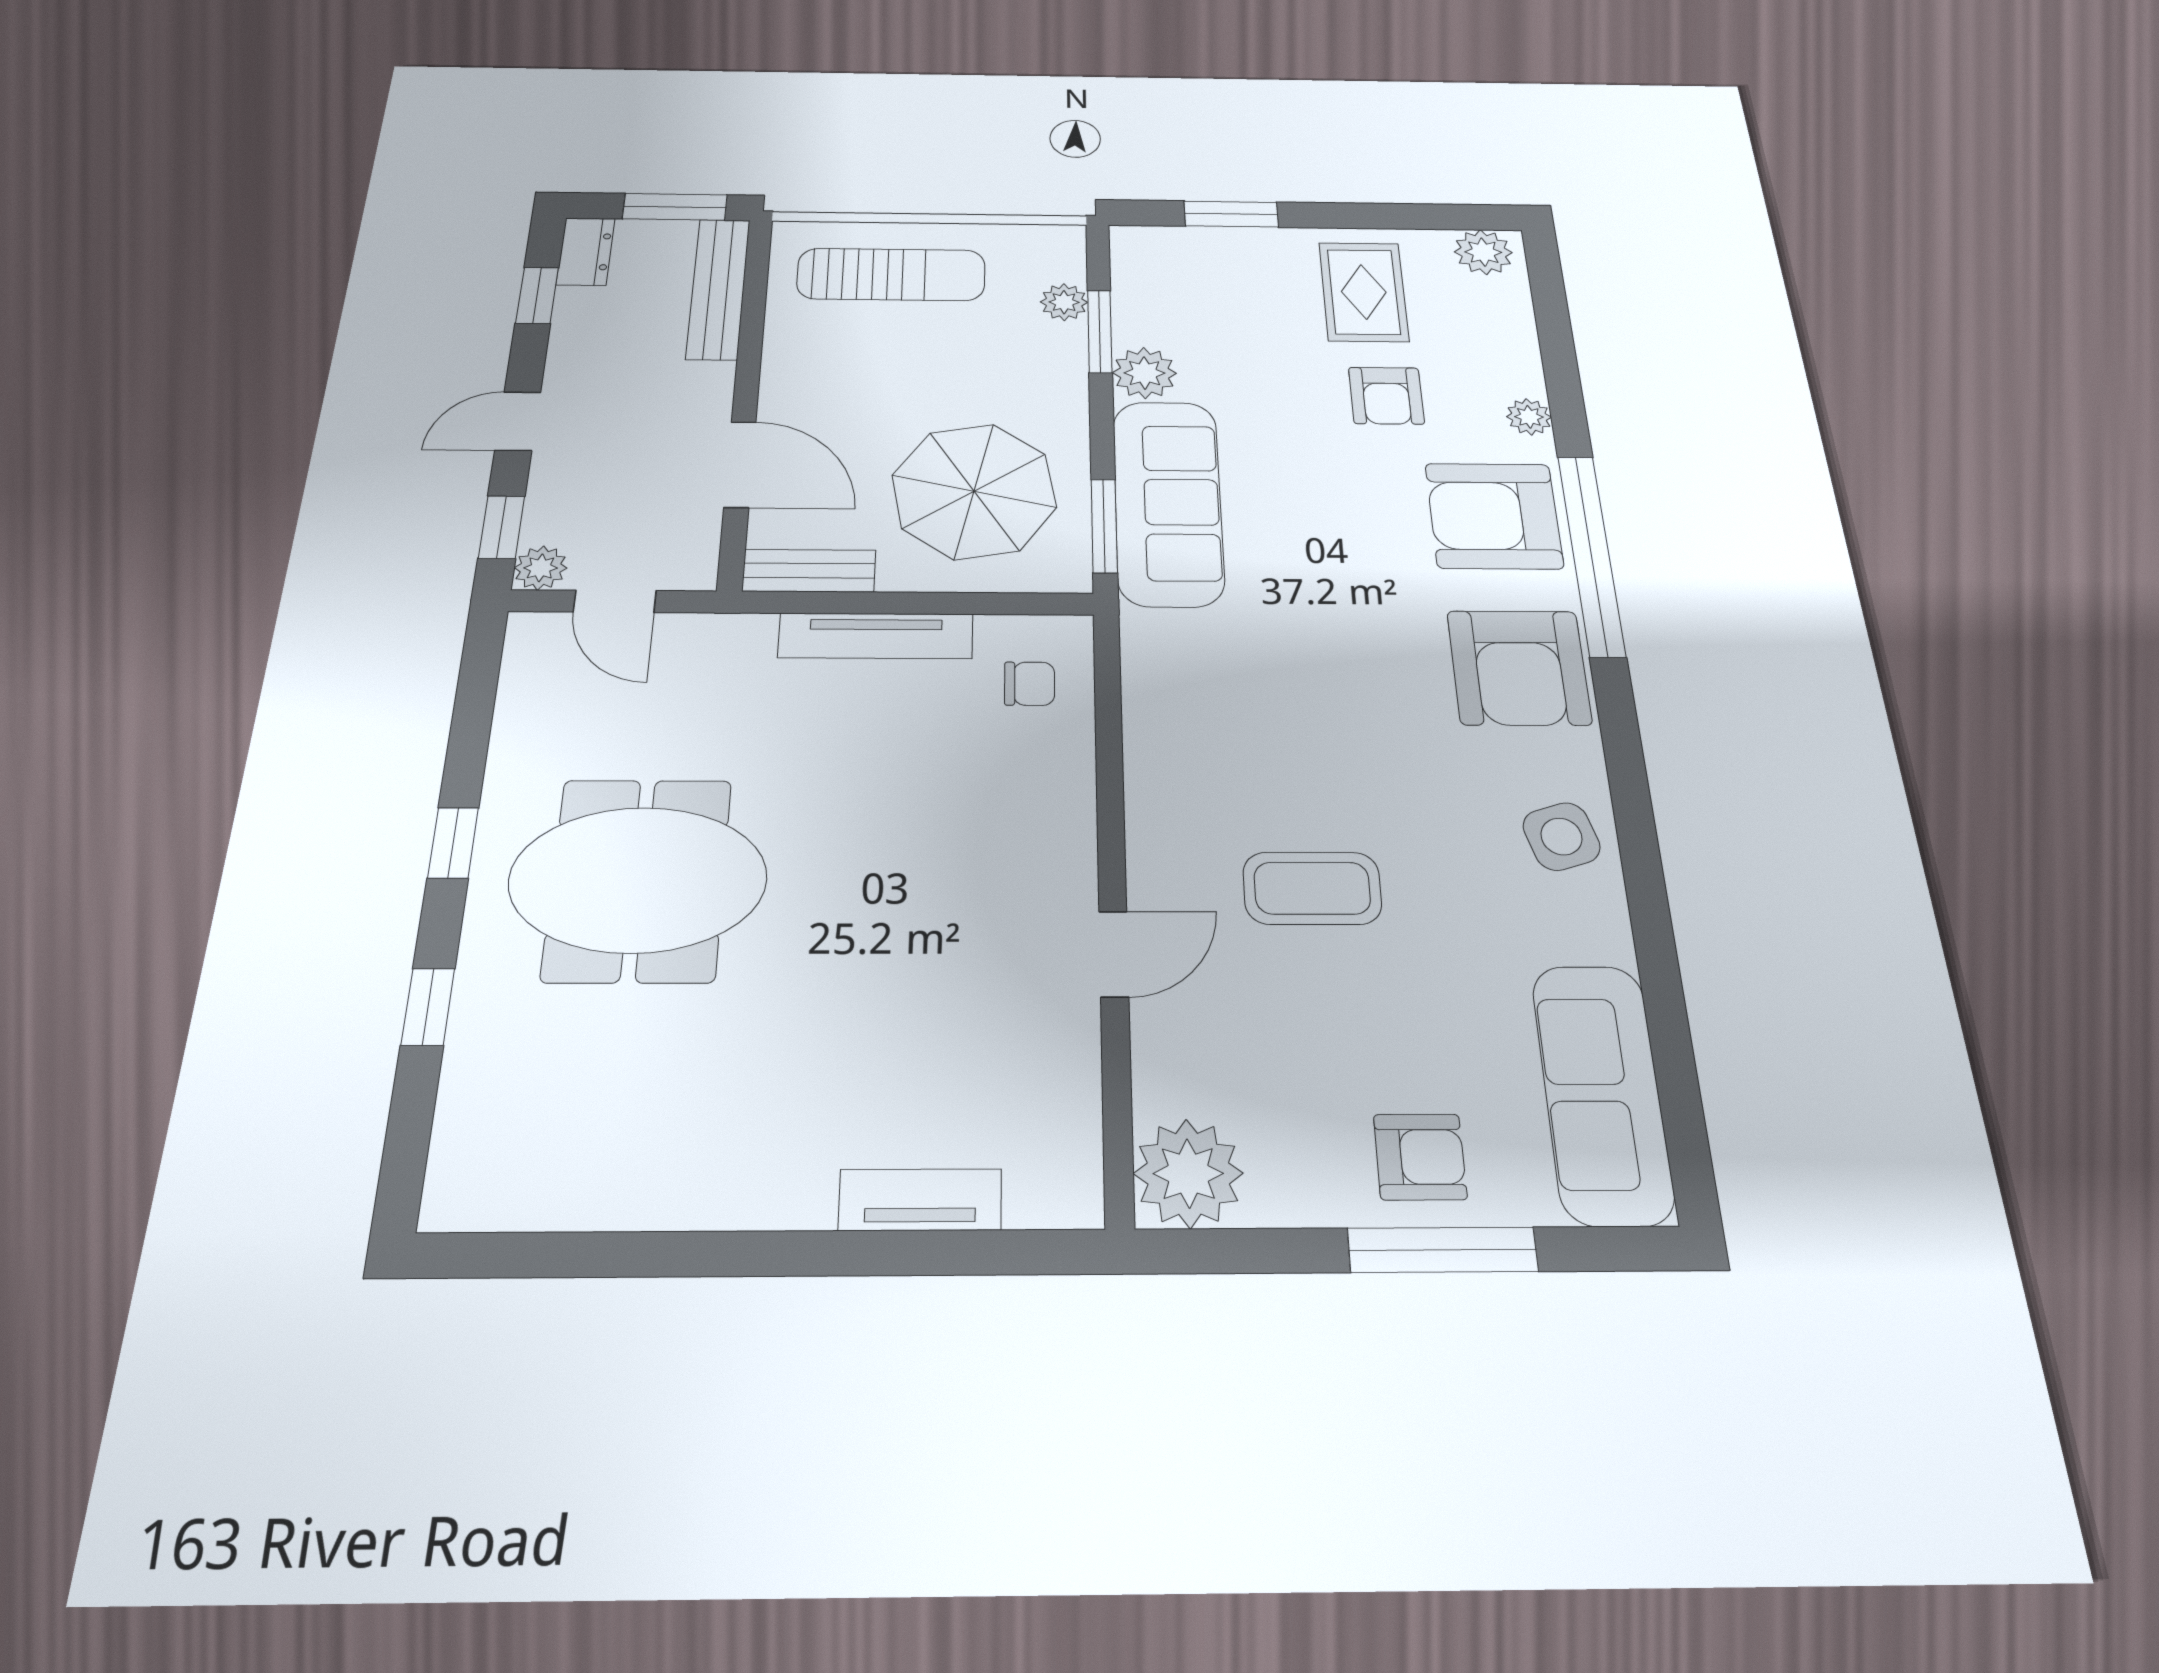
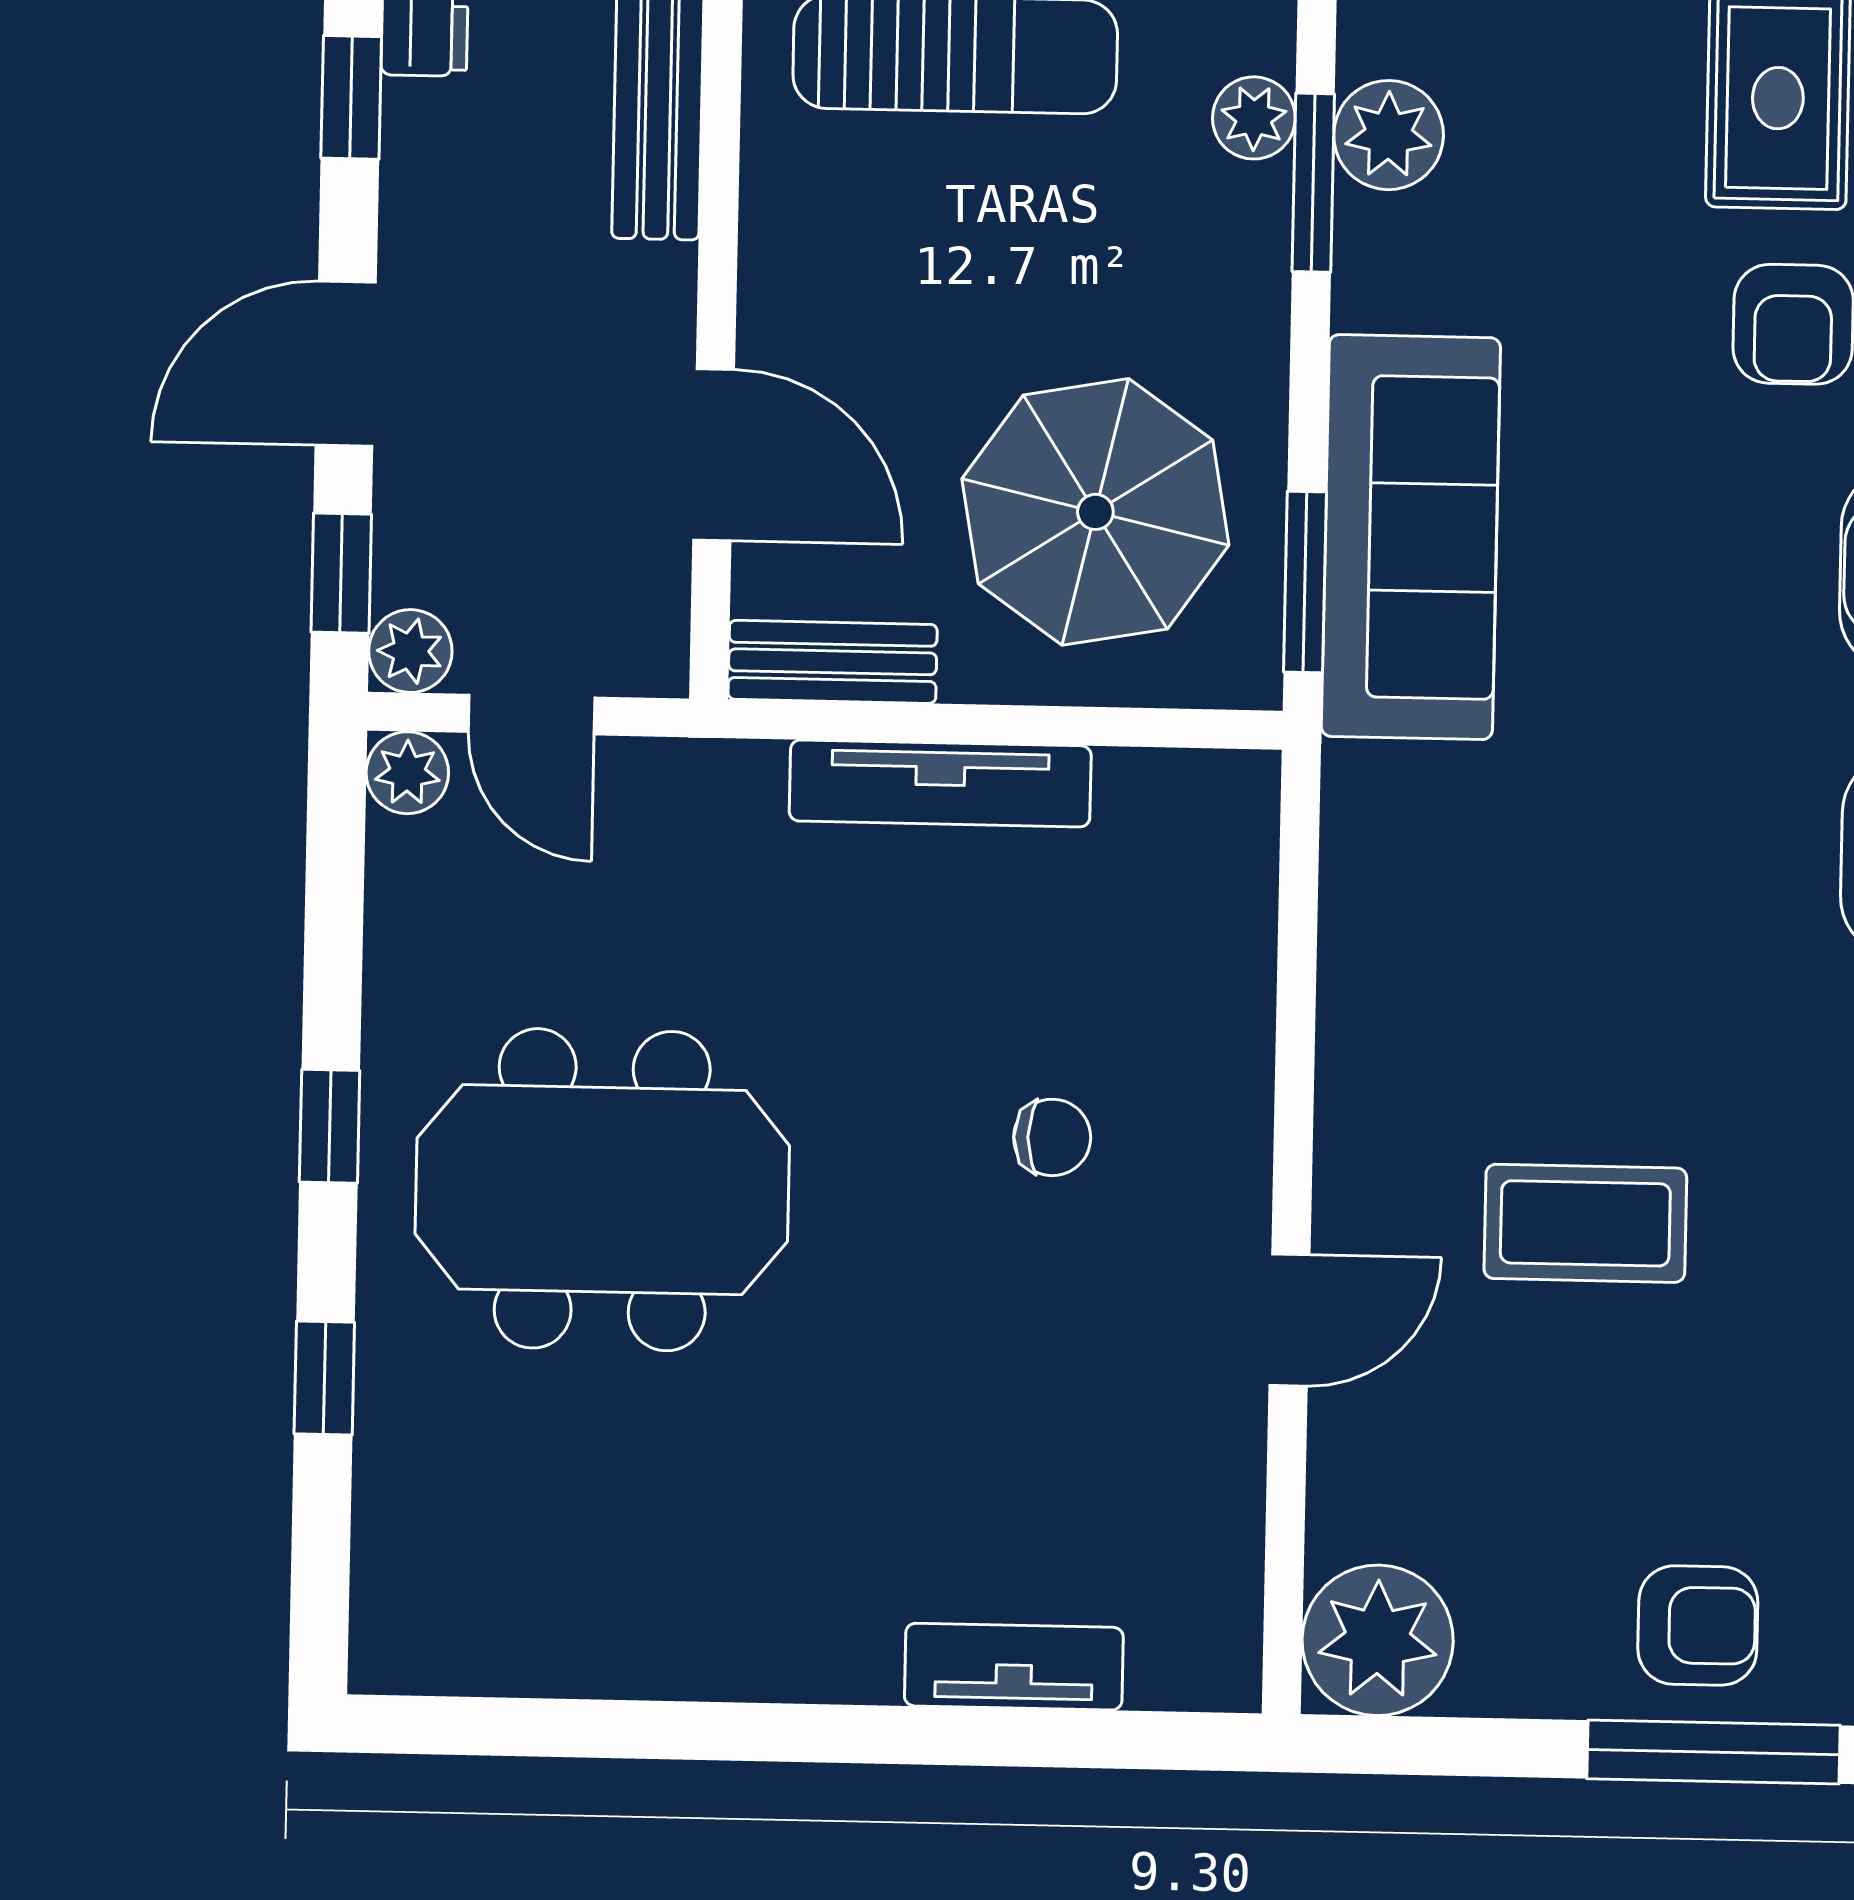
plant: (1144, 373) -> (1389, 135), moved
door: (518, 421) -> (346, 364), width x1.38
plant: (531, 634) -> (407, 773), added
chair: (1030, 684) -> (1052, 1137), moved

